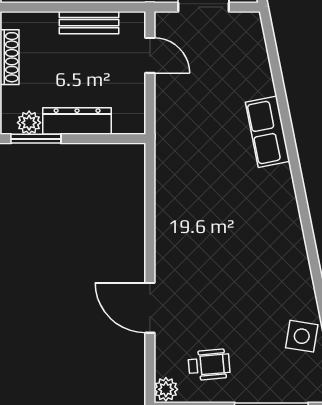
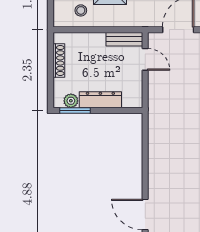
bench: (89, 23) -> (124, 39), moved

